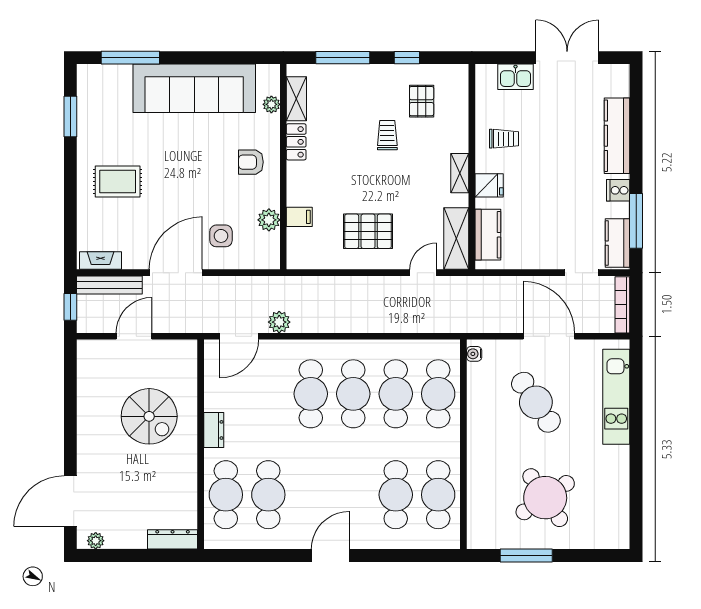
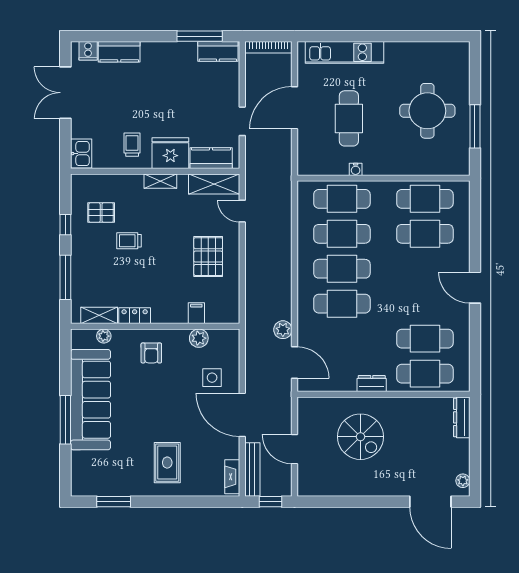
window: (130, 58) -> (65, 420), moved
kitchen sink: (516, 77) -> (81, 154), moved
kitchen counter: (617, 136) -> (119, 52), width x0.67
fridge: (489, 185) -> (170, 153), width x1.88, depth x1.34
cooker: (618, 190) -> (88, 51), moved
doorway: (581, 273) -> (242, 121), moved
water cooler: (474, 354) -> (356, 169), moved
cafe table: (536, 402) -> (349, 118), turned -56
spiral stairs: (149, 416) -> (360, 437), turned 90
round table: (545, 498) -> (427, 111), turned 34

